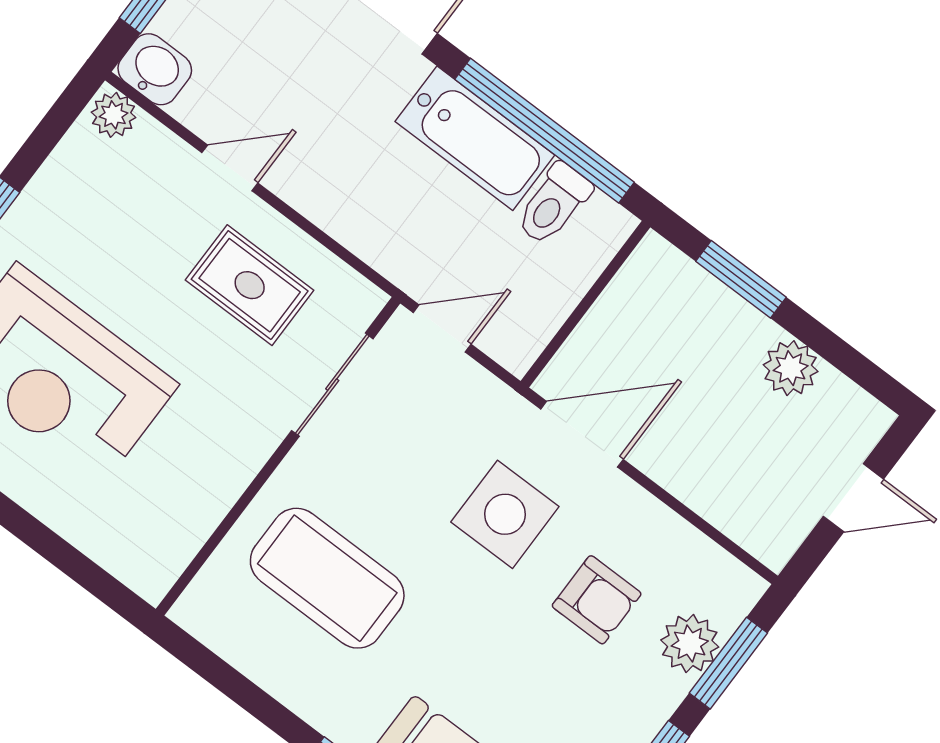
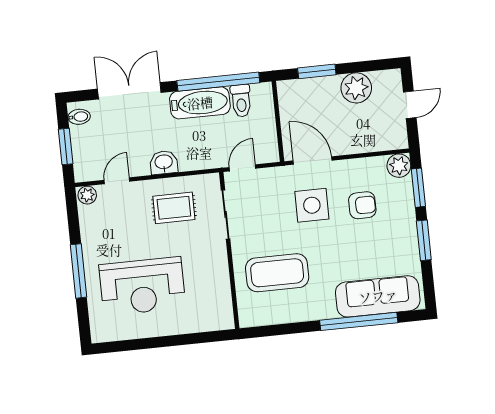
washbasin: (155, 69) -> (164, 162), moved
door: (230, 168) -> (117, 181), moved
plant: (791, 368) -> (356, 88), width x1.36, depth x1.36
door: (582, 434) -> (313, 161), hinge flipped
plant: (690, 643) -> (399, 166), moved

